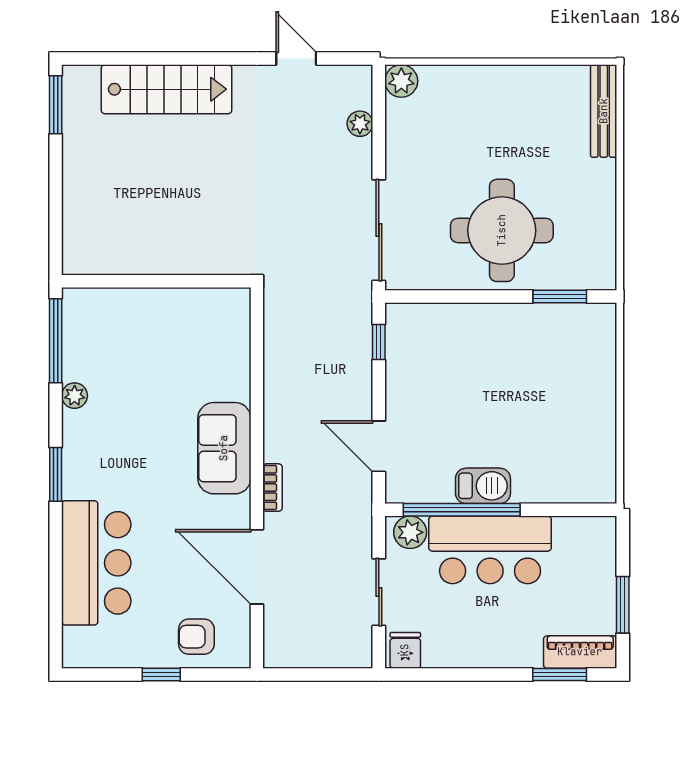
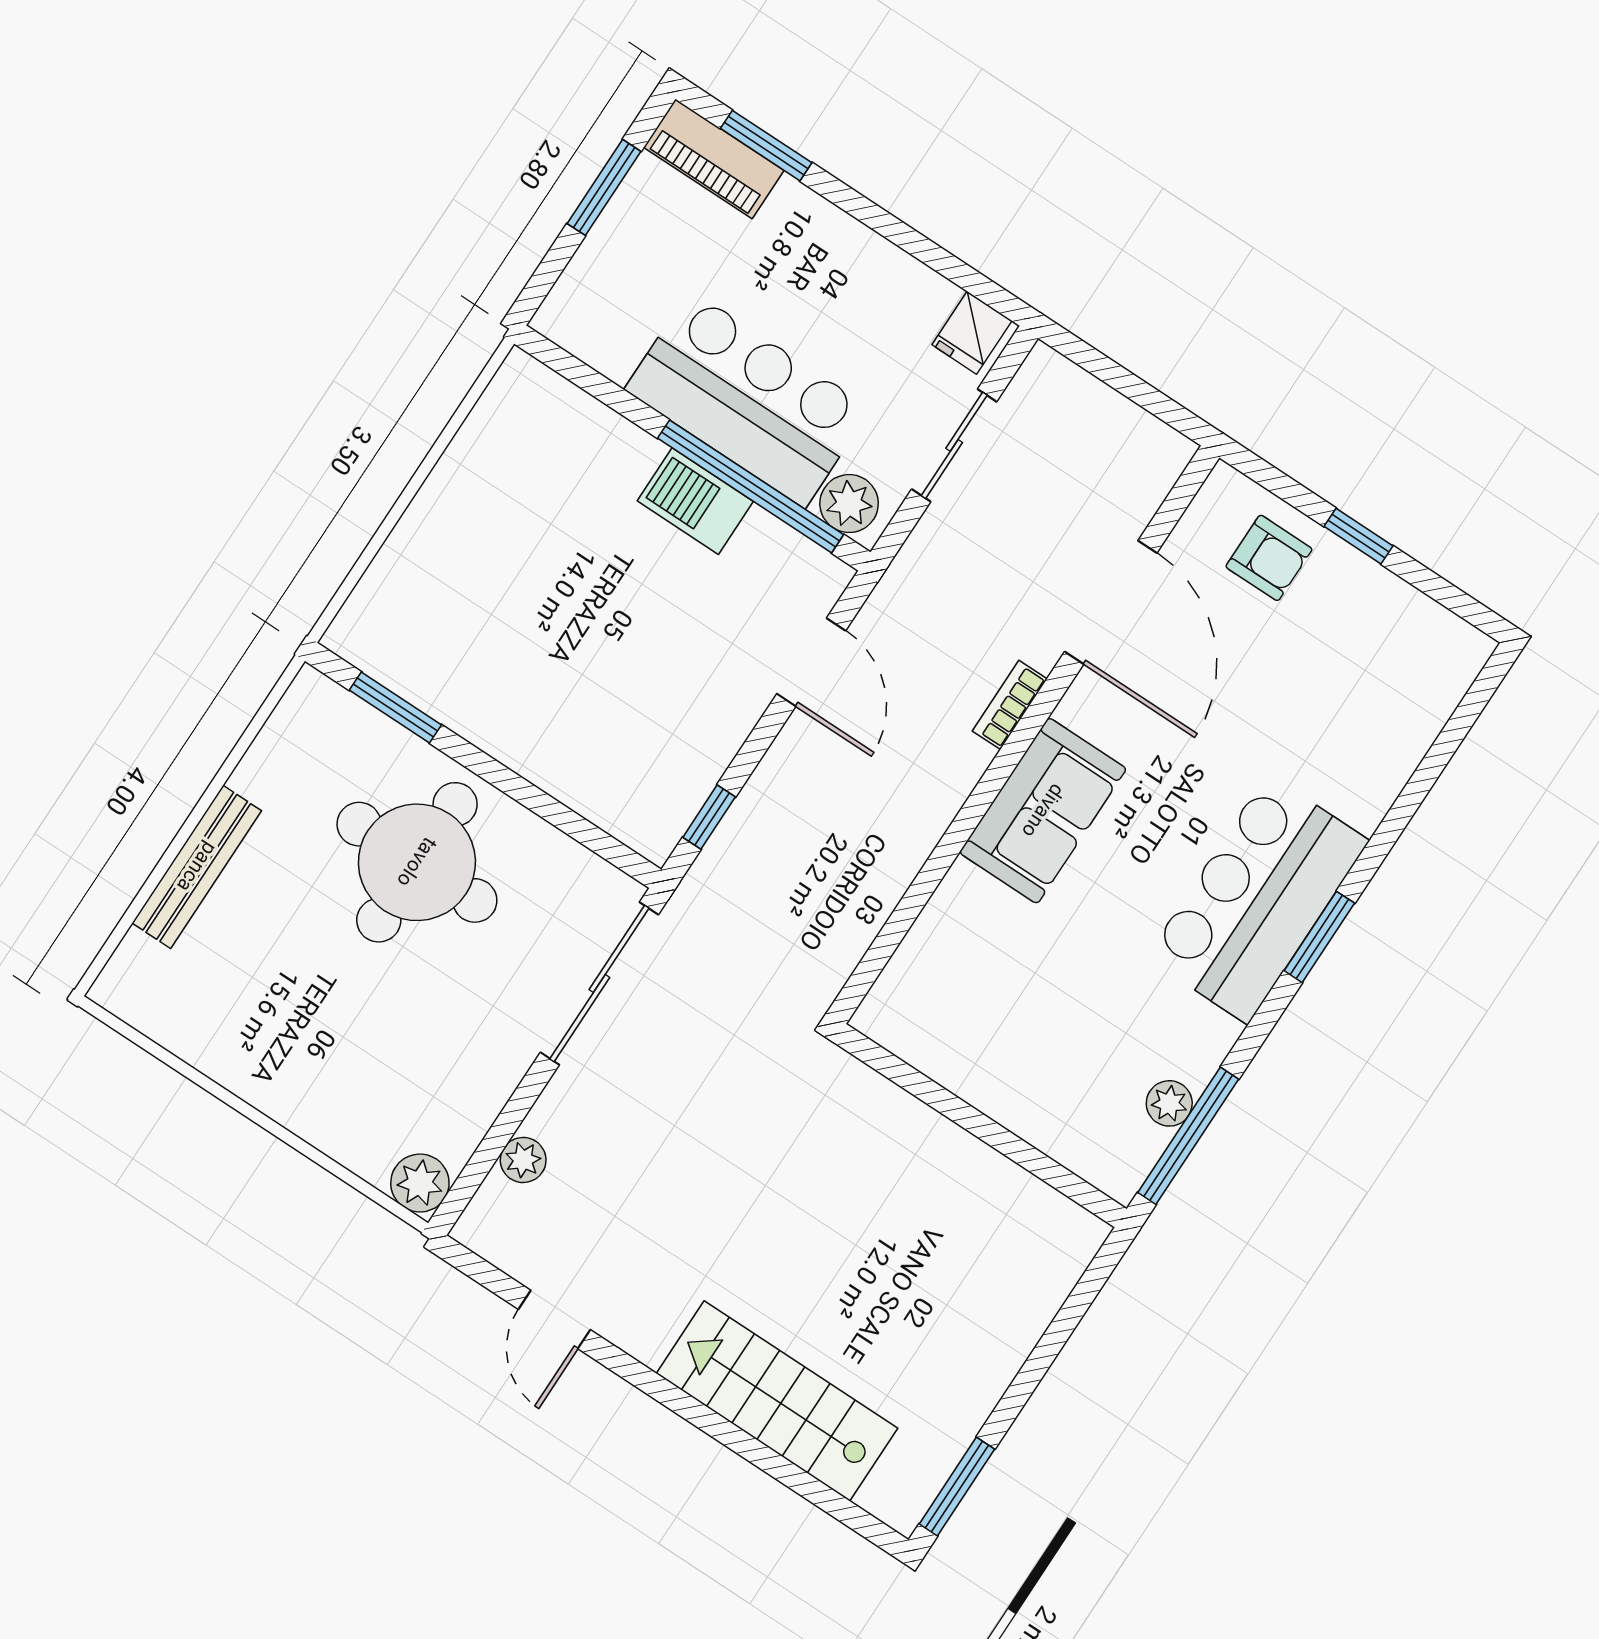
bench: (604, 111) -> (197, 867), moved
plant: (75, 396) -> (1169, 1103), moved
bar counter: (96, 563) -> (1258, 899), moved

